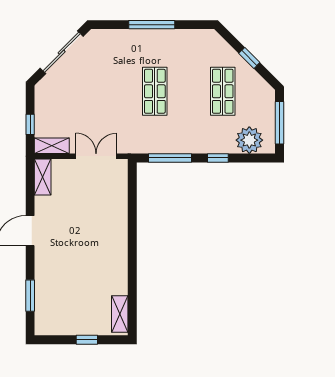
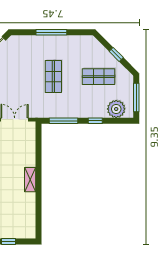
shop shelf: (223, 91) -> (99, 77), turned 90
shelving: (120, 314) -> (30, 180), moved

